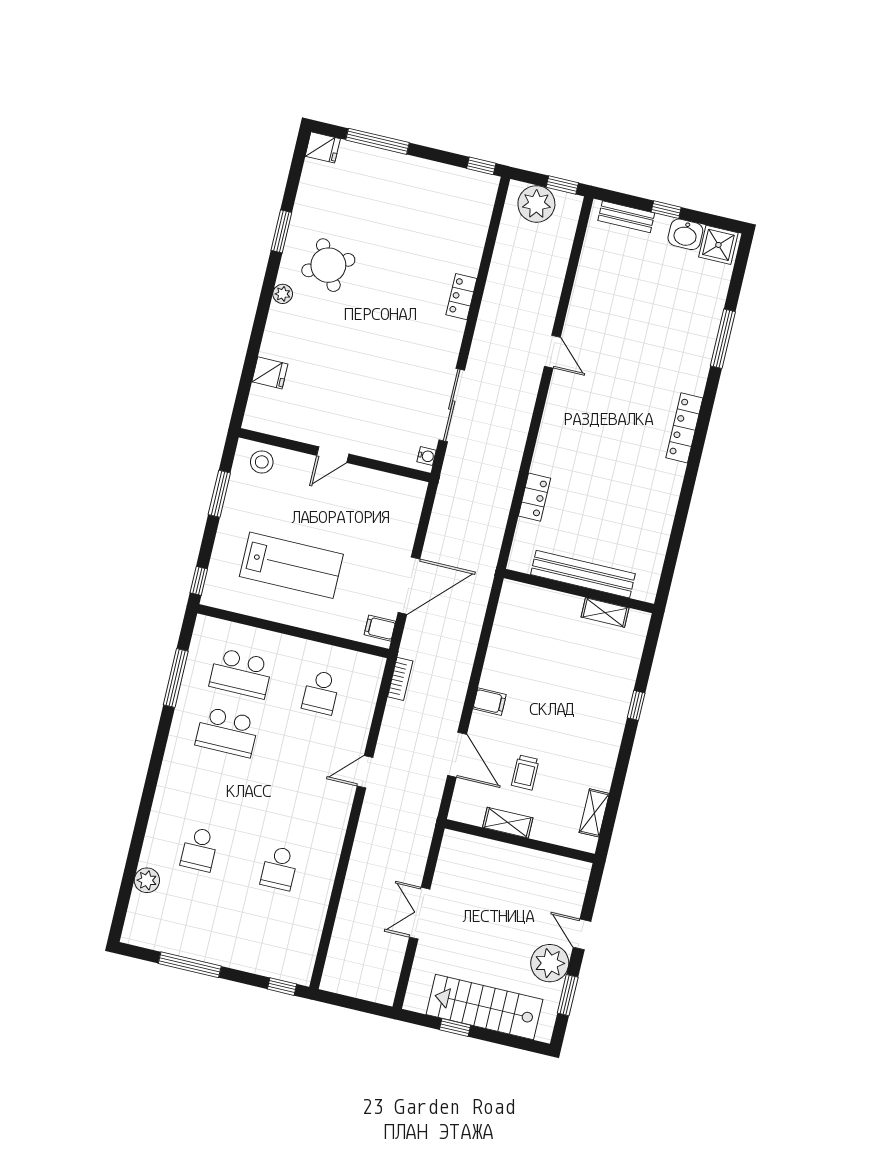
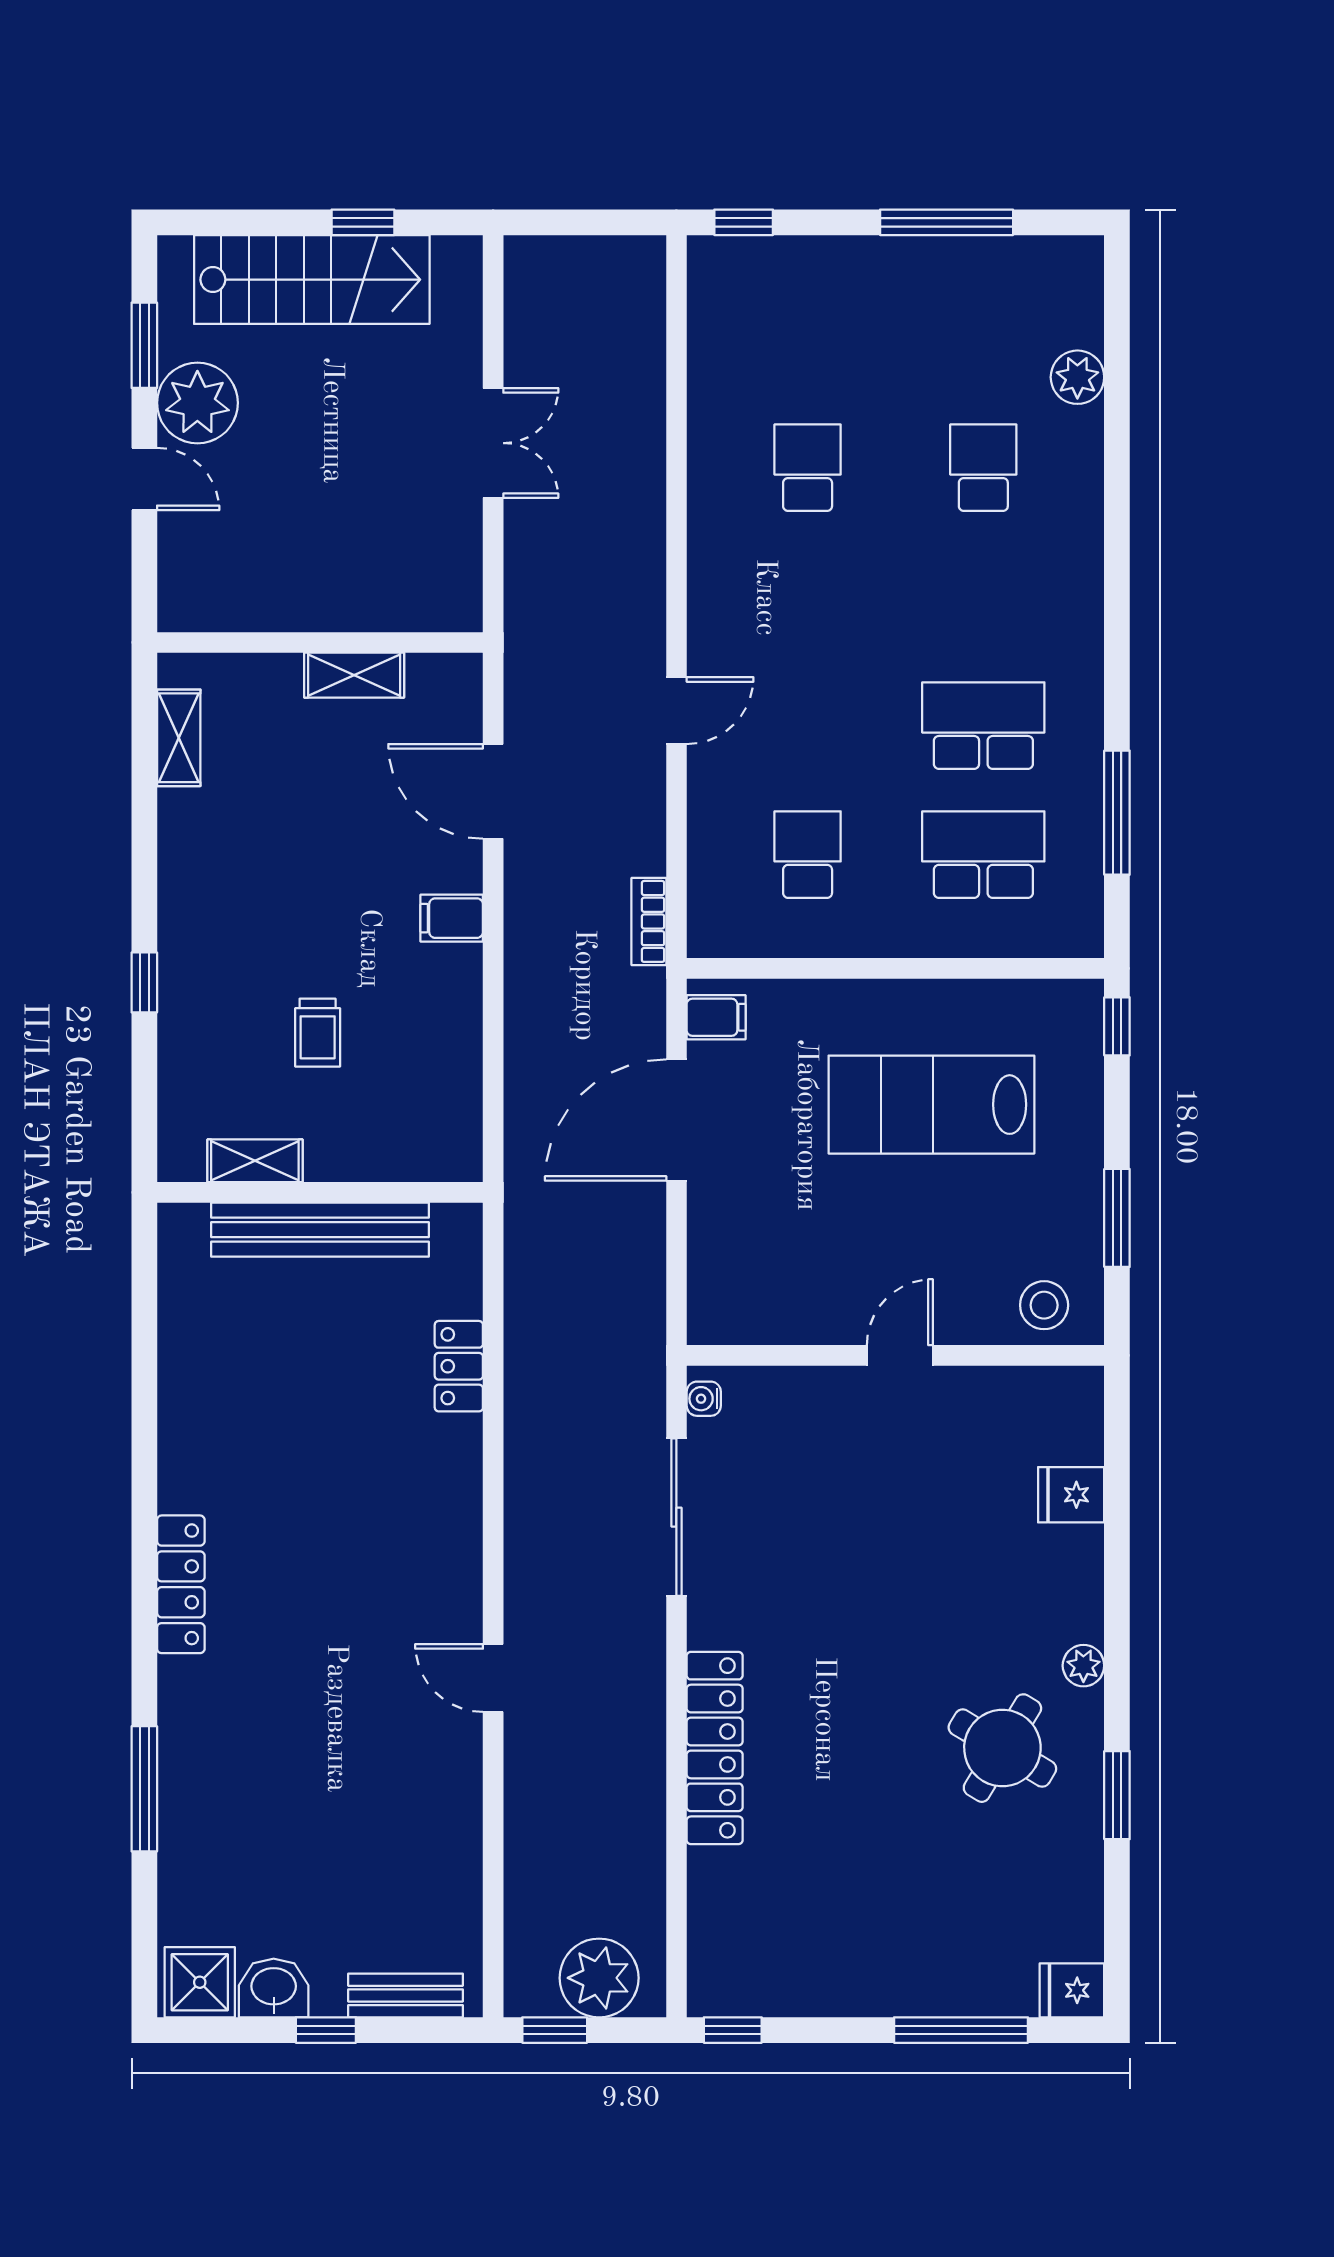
round table: (328, 265) -> (1002, 1748), turned -31
locker: (461, 297) -> (715, 1748), width x2.16, depth x1.21
trolley: (525, 772) -> (318, 1033), moved, turned 180

